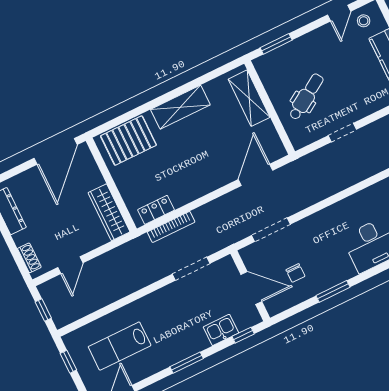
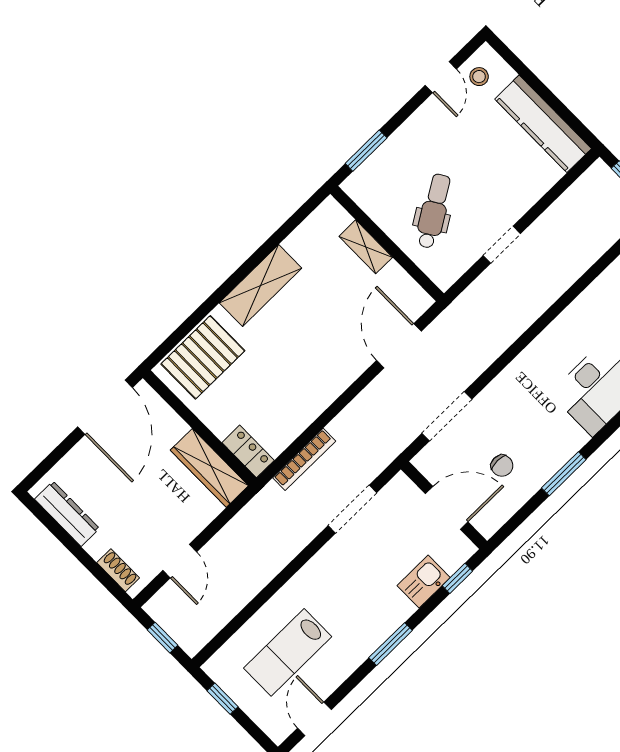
shelving: (249, 98) -> (366, 247), width x0.67, depth x0.75
locker: (156, 210) -> (248, 451), moved, turned 90

